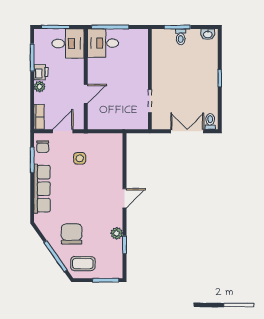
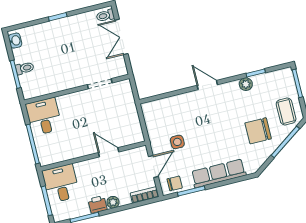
desk: (103, 43) -> (44, 117), moved, turned 180
door: (63, 131) -> (153, 166), swing flipped

